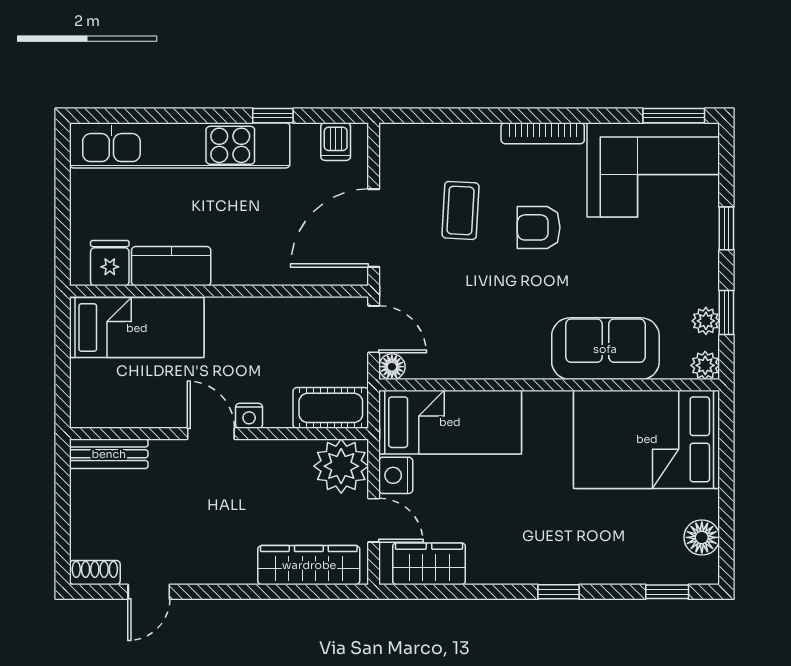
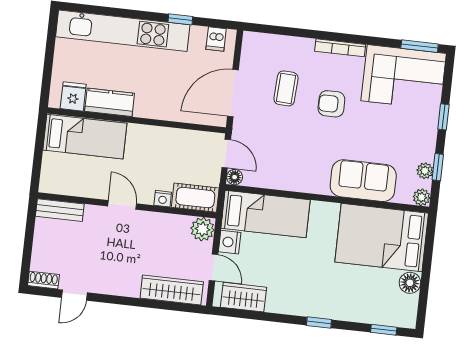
nightstand: (249, 416) -> (163, 199), moved
plant: (341, 466) -> (202, 229), width x0.73, depth x0.73
floor lamp: (702, 537) -> (410, 283), moved

